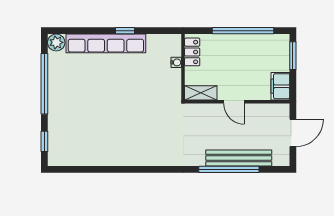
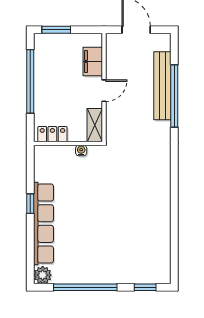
water cooler: (176, 62) -> (81, 151), moved
filing cabinet: (280, 86) -> (93, 61), moved, turned 90

